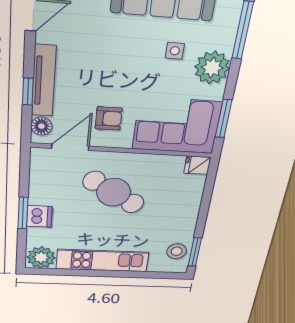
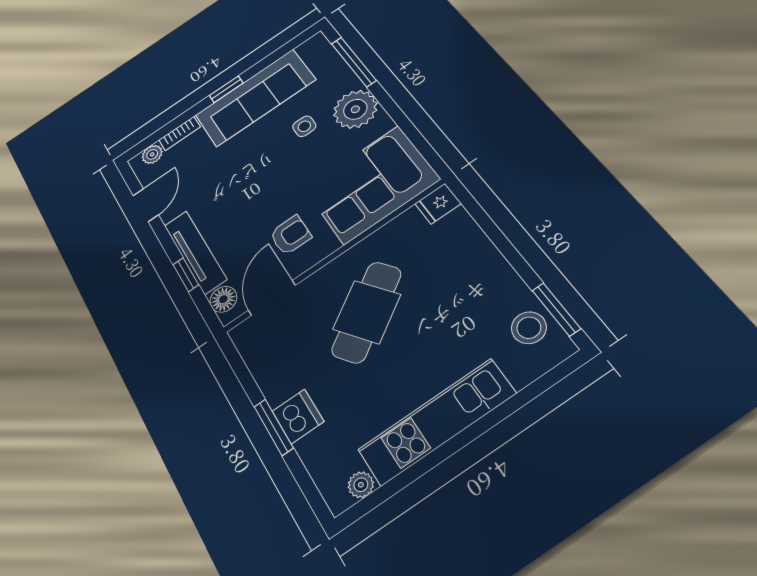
window: (224, 119) -> (416, 138), removed
cafe table: (114, 192) -> (367, 312), turned -66
plant: (41, 257) -> (361, 485), width x0.53, depth x0.53

